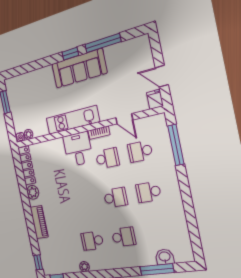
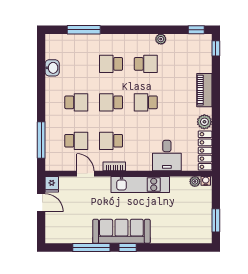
desk: (78, 149) -> (167, 156), moved
school desk: (85, 203) -> (146, 102), added
washbasin: (165, 257) -> (52, 68), moved, turned -90

